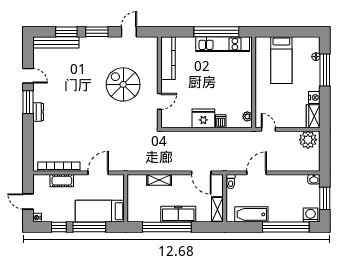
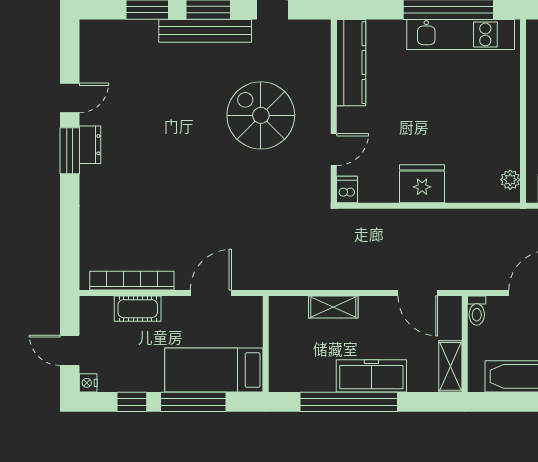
bench: (56, 42) -> (205, 31), moved
door: (28, 76) -> (70, 98), hinge flipped
dresser: (38, 112) -> (90, 145), moved
dishwasher: (221, 121) -> (347, 190), moved

